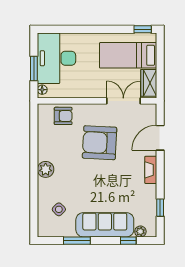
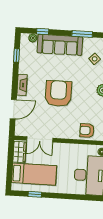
window: (143, 29) -> (35, 194), moved
armchair: (100, 143) -> (58, 94), moved, turned -93

